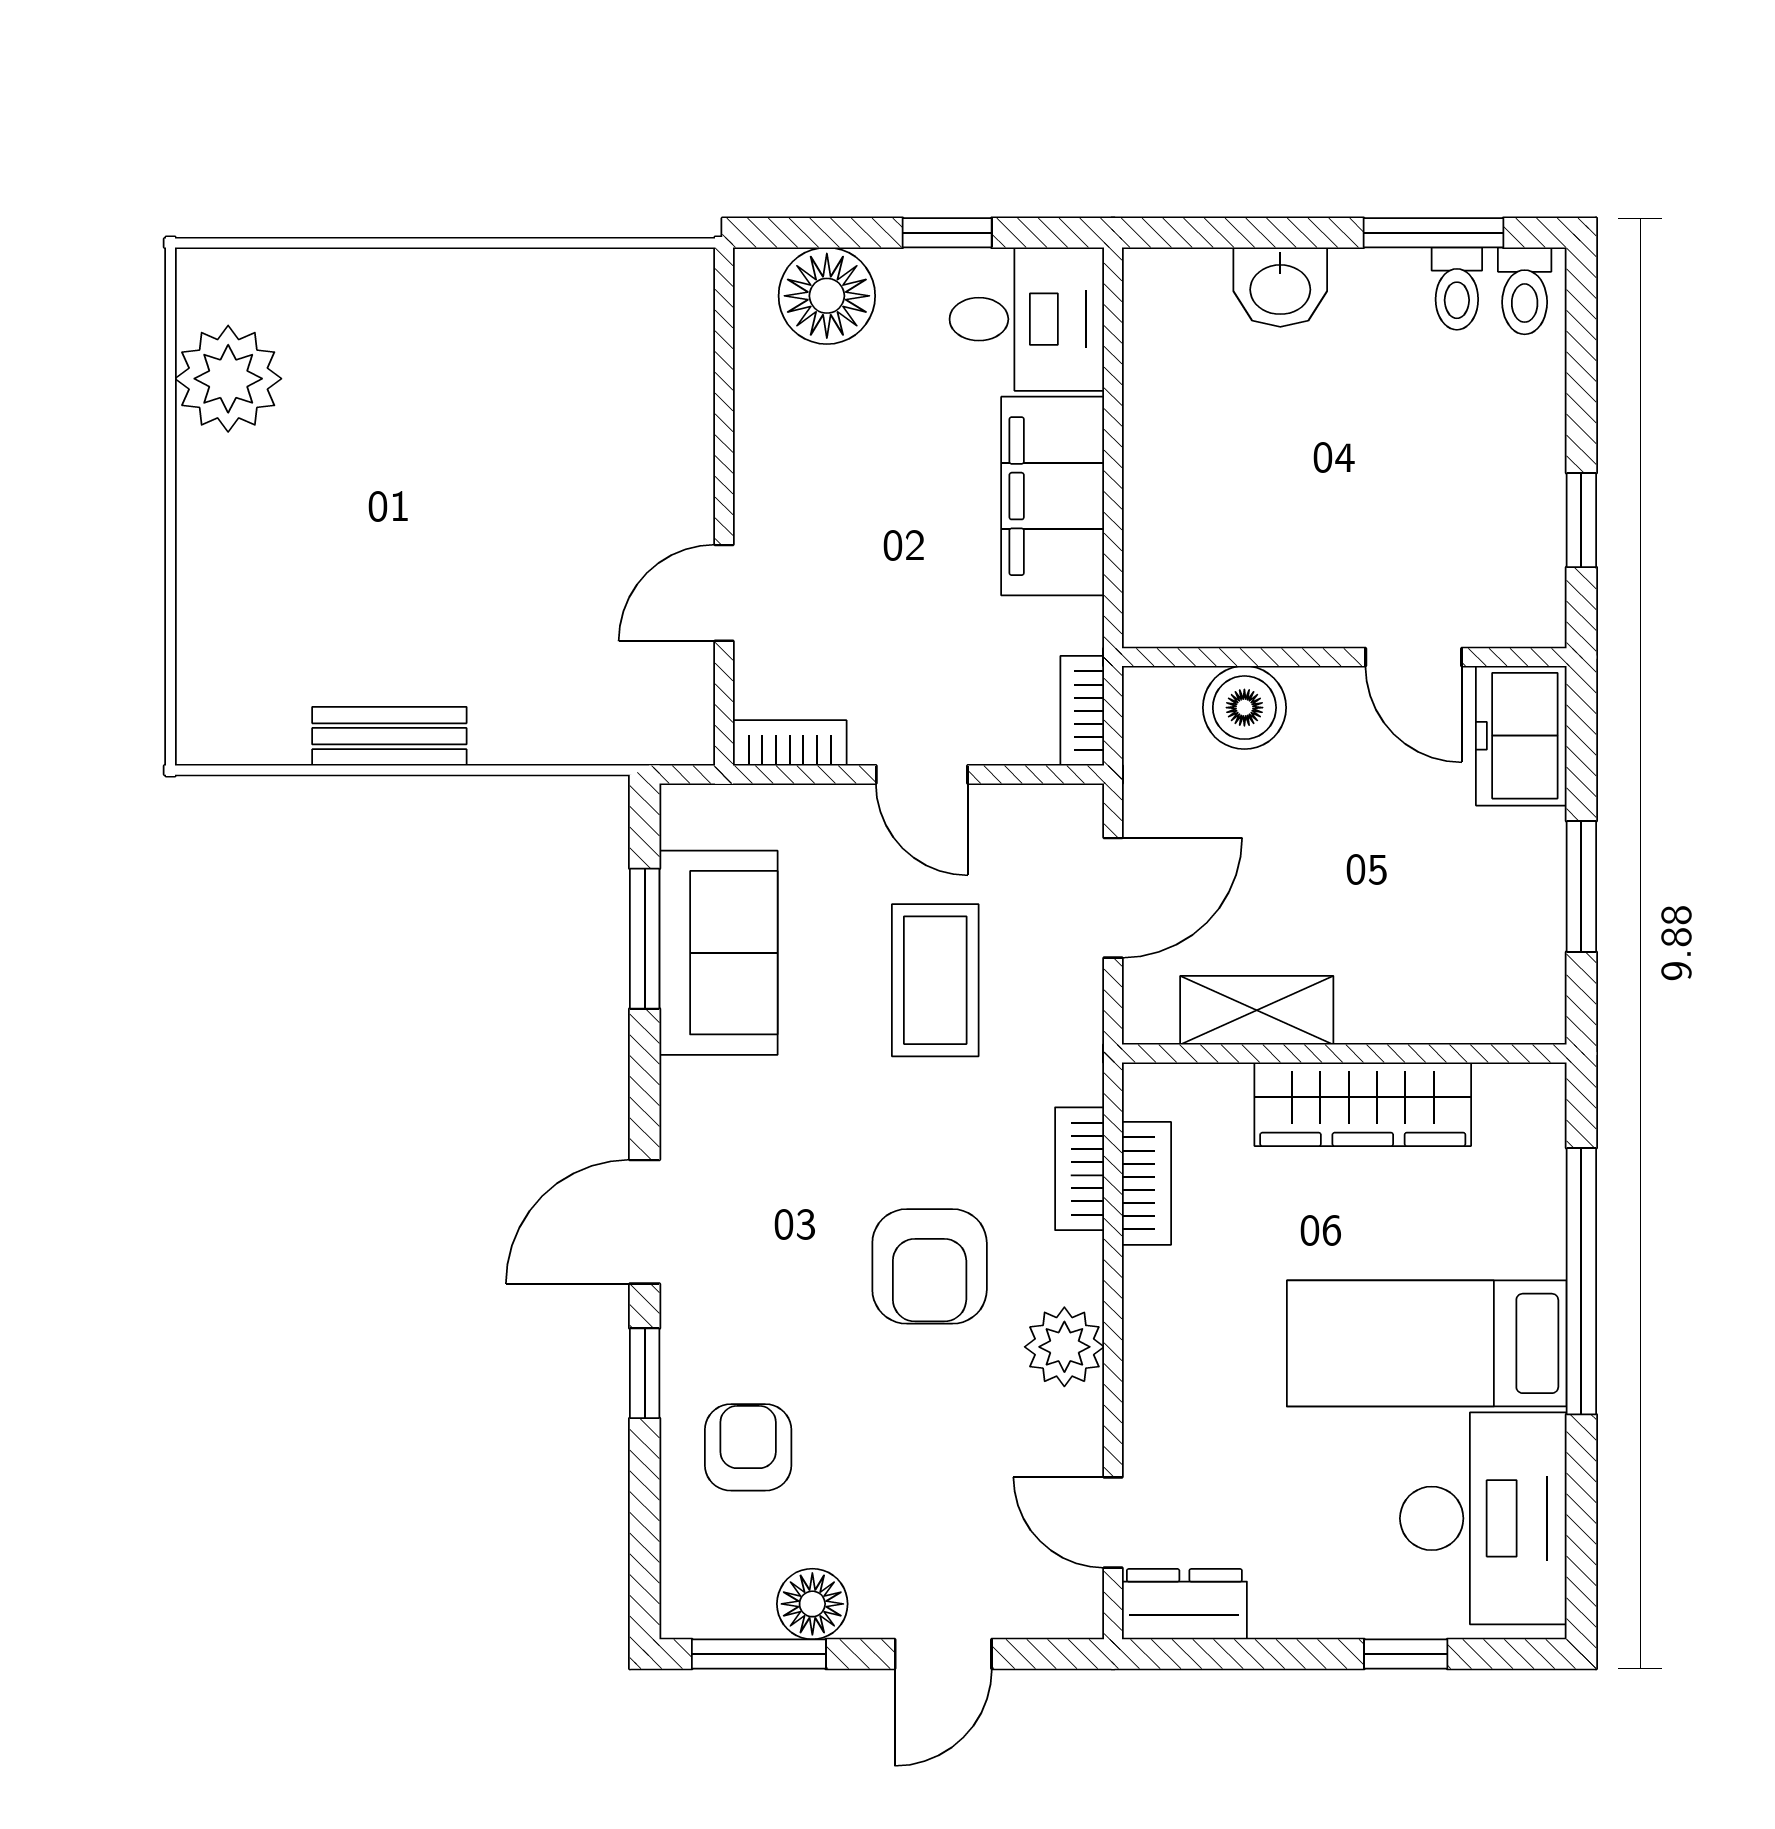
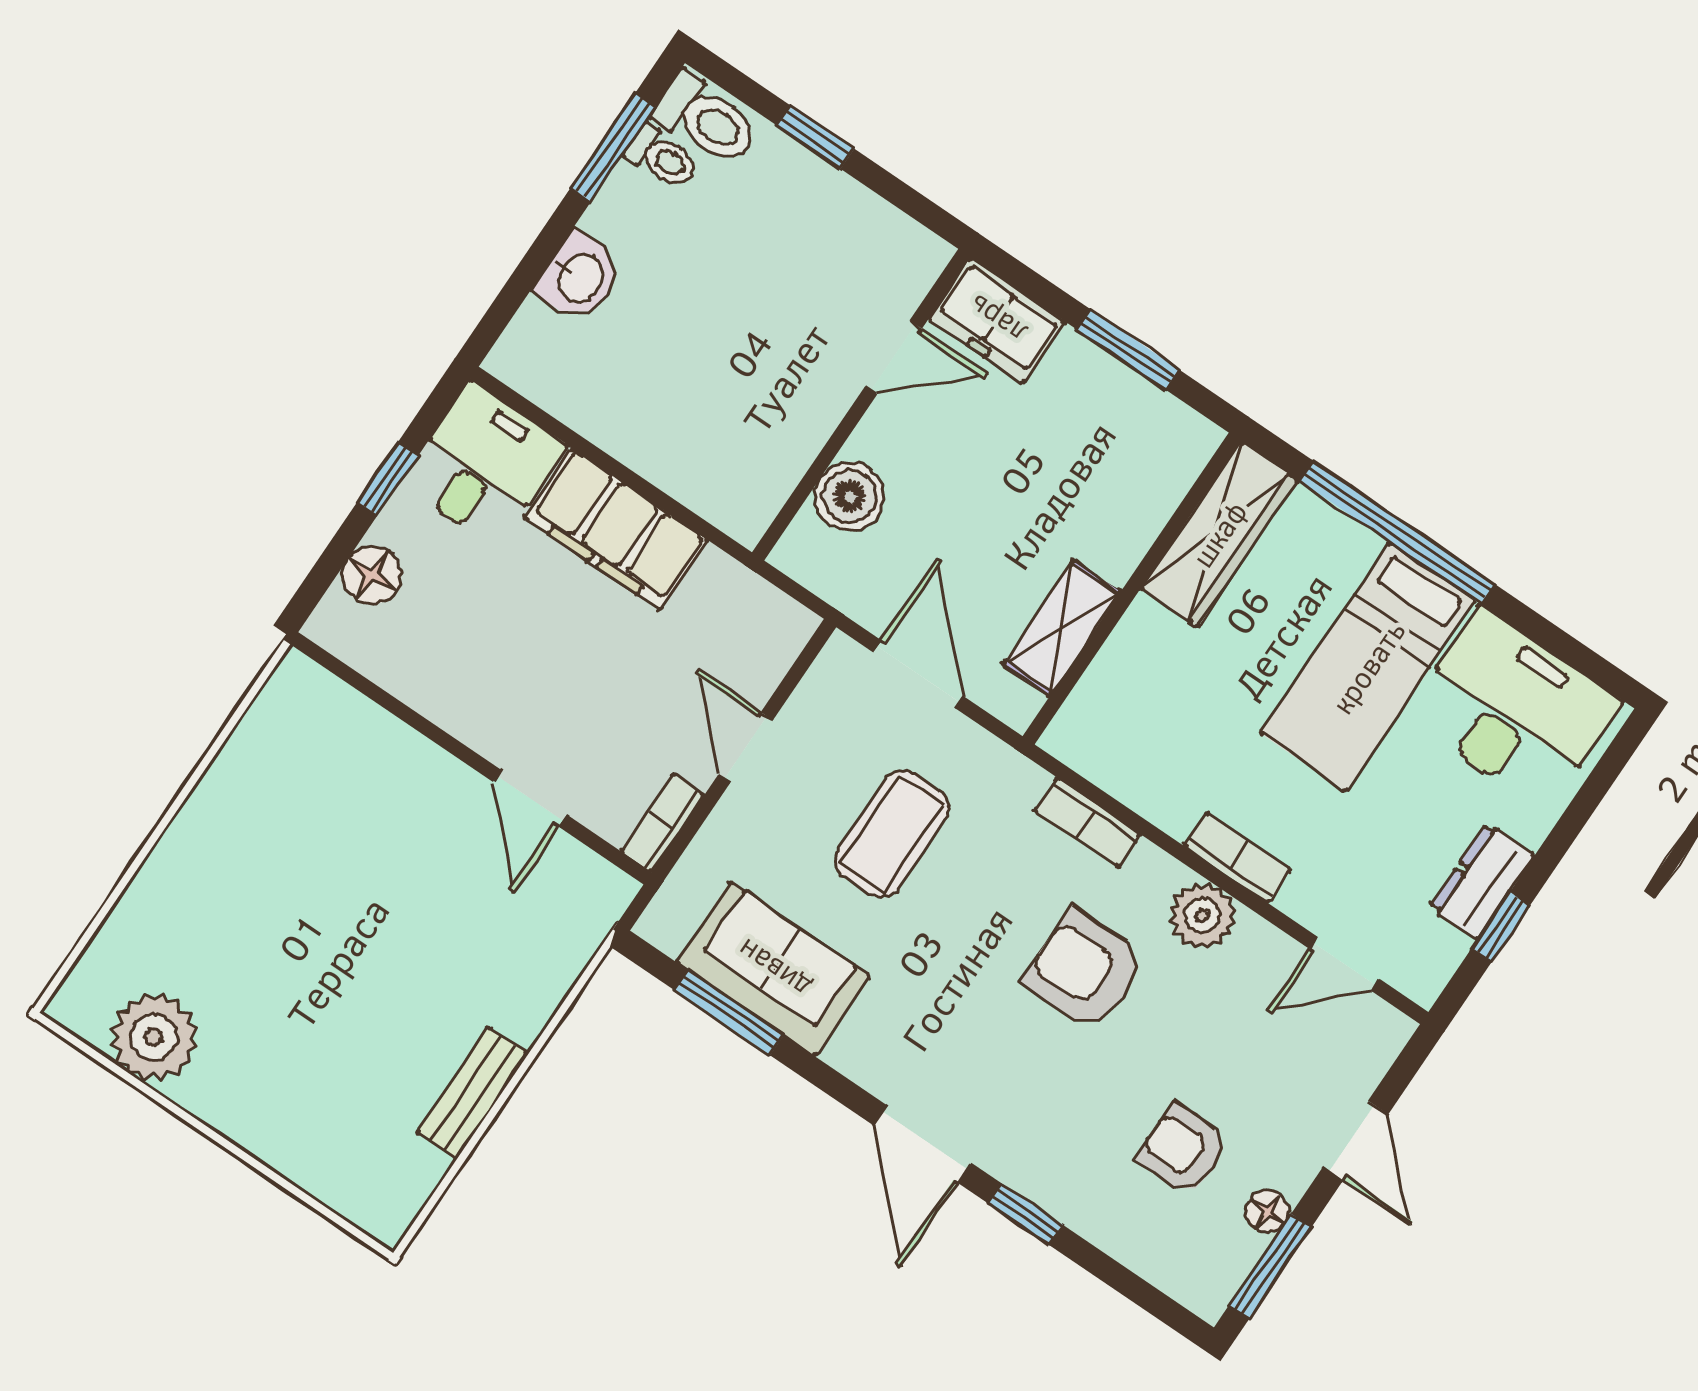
toilet: (1525, 291) -> (707, 120), width x1.37, depth x1.39
floor lamp: (827, 296) -> (372, 575), width x0.73, depth x0.73
window: (1581, 520) -> (815, 137), moved
bookcase: (1082, 711) -> (776, 608), removed
door: (922, 775) -> (745, 747), swing flipped
coffee table: (935, 980) -> (892, 834), turned 90
wardrobe: (1363, 1104) -> (1219, 534), moved
bookcase: (1146, 1183) -> (1237, 858), moved
armchair: (930, 1266) -> (1085, 970), turned 180
armchair: (748, 1447) -> (1183, 1150), moved
floor lamp: (812, 1604) -> (1267, 1211), width x0.73, depth x0.73
dresser: (1184, 1604) -> (1482, 882), moved
window: (1406, 1654) -> (1501, 927), moved

